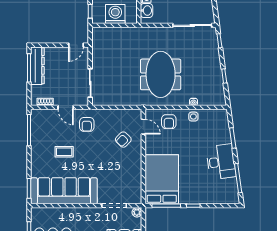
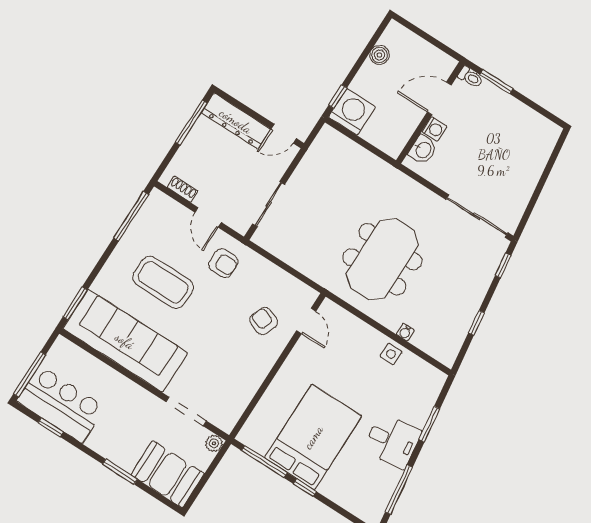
washing machine: (115, 14) -> (352, 112), moved
dresser: (37, 66) -> (236, 121), moved, turned 90
armchair: (169, 122) -> (349, 338), removed
armchair: (87, 124) -> (223, 263), turned -90
armchair: (123, 140) -> (264, 321), turned 67
coffee table: (64, 152) -> (163, 282), width x1.86, depth x1.72
desk: (221, 162) -> (392, 441), width x0.73
bed: (162, 179) -> (313, 437), moved

